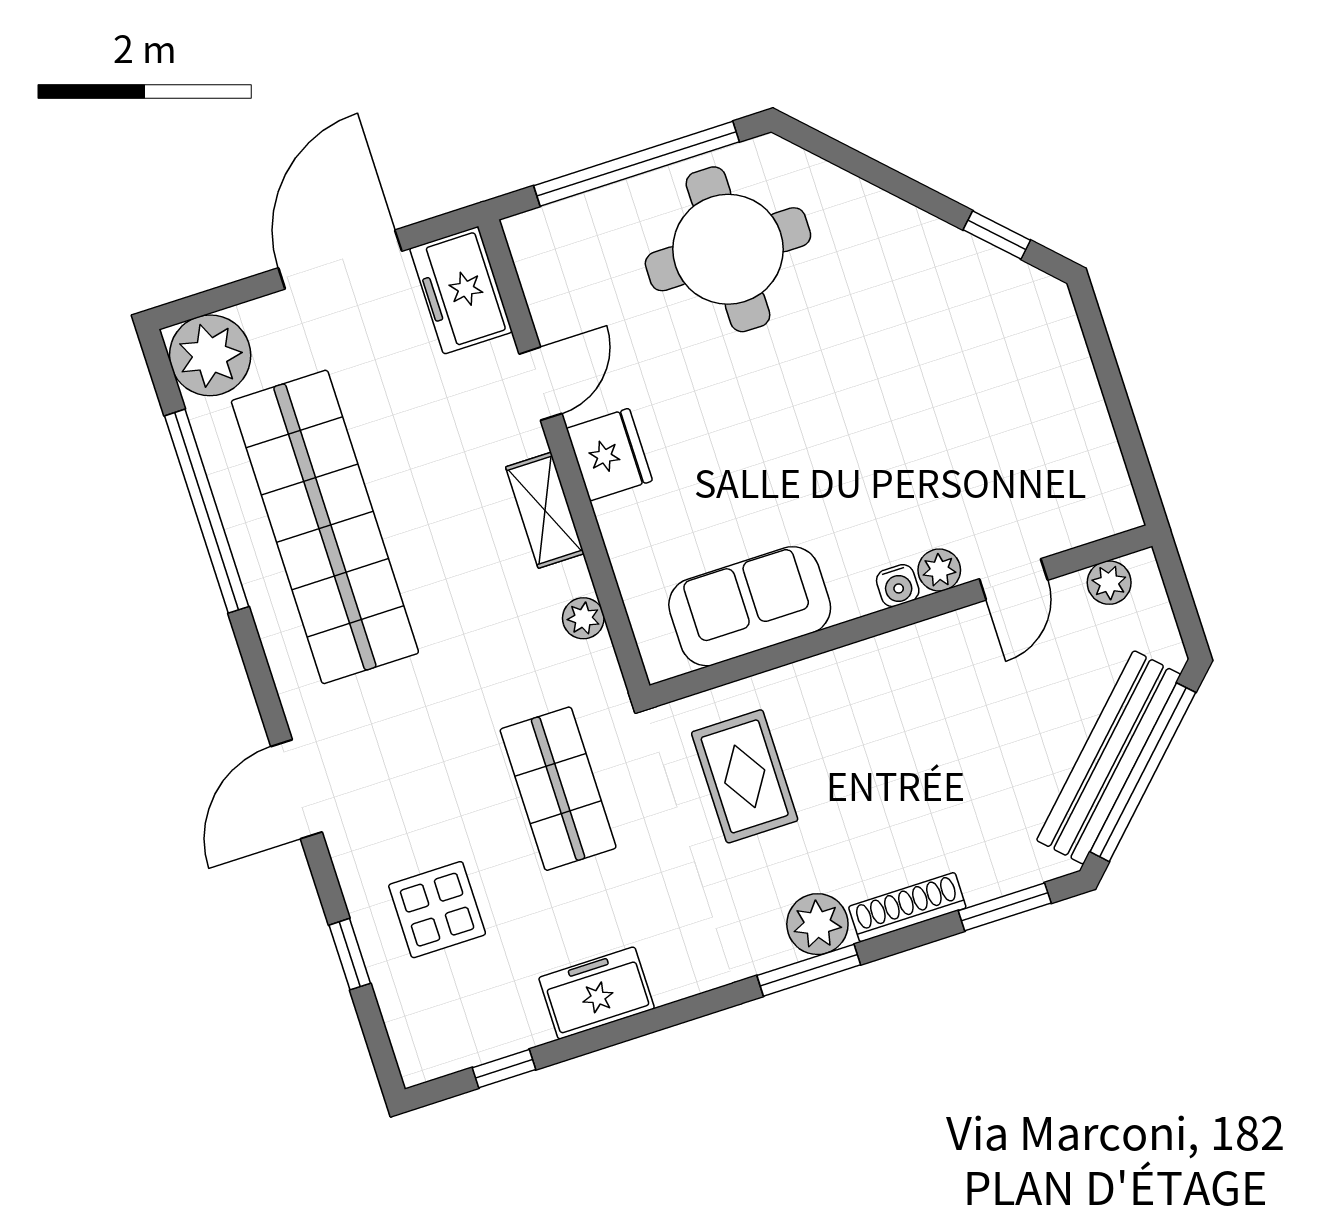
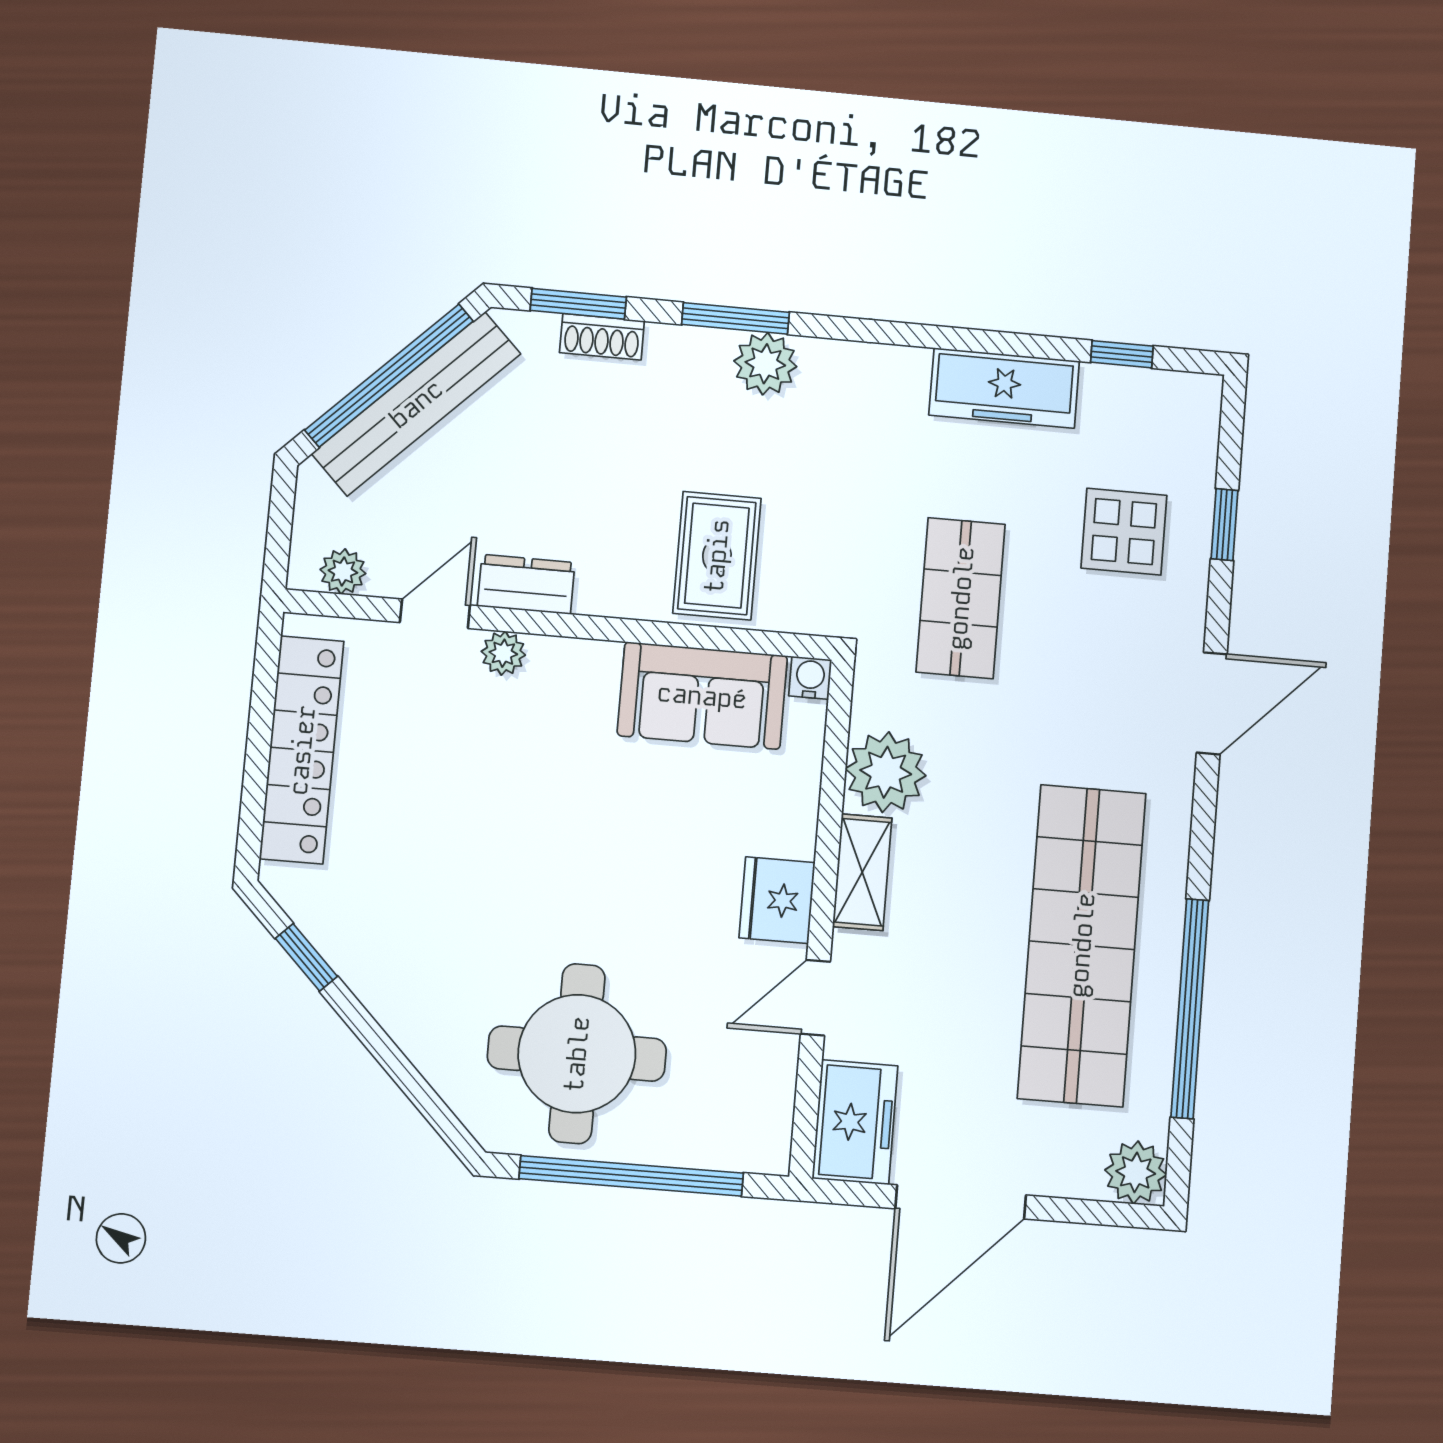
plant: (210, 355) -> (1136, 1172), width x0.73, depth x0.73
locker: (1078, 412) -> (302, 750), added
water cooler: (898, 586) -> (810, 678), moved
plant: (583, 618) -> (886, 772), width x1.88, depth x1.88
dresser: (945, 639) -> (526, 584), added
rug: (745, 776) -> (717, 556), moved
shoe rack: (907, 907) -> (602, 337), moved, width x0.70
window: (809, 970) -> (735, 318), moved
freezer: (597, 993) -> (1004, 388), width x1.40

